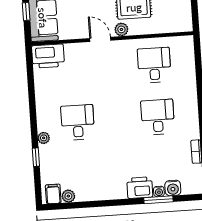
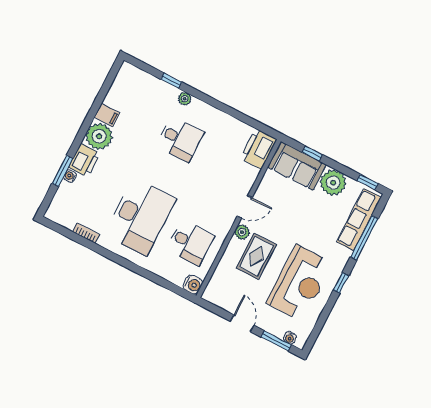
desk: (158, 117) -> (140, 217), width x1.87, depth x1.30
water cooler: (173, 188) -> (193, 285), moved, turned 180
filing cabinet: (53, 194) -> (107, 115), moved
plant: (68, 196) -> (99, 136), moved, width x1.88, depth x1.88

